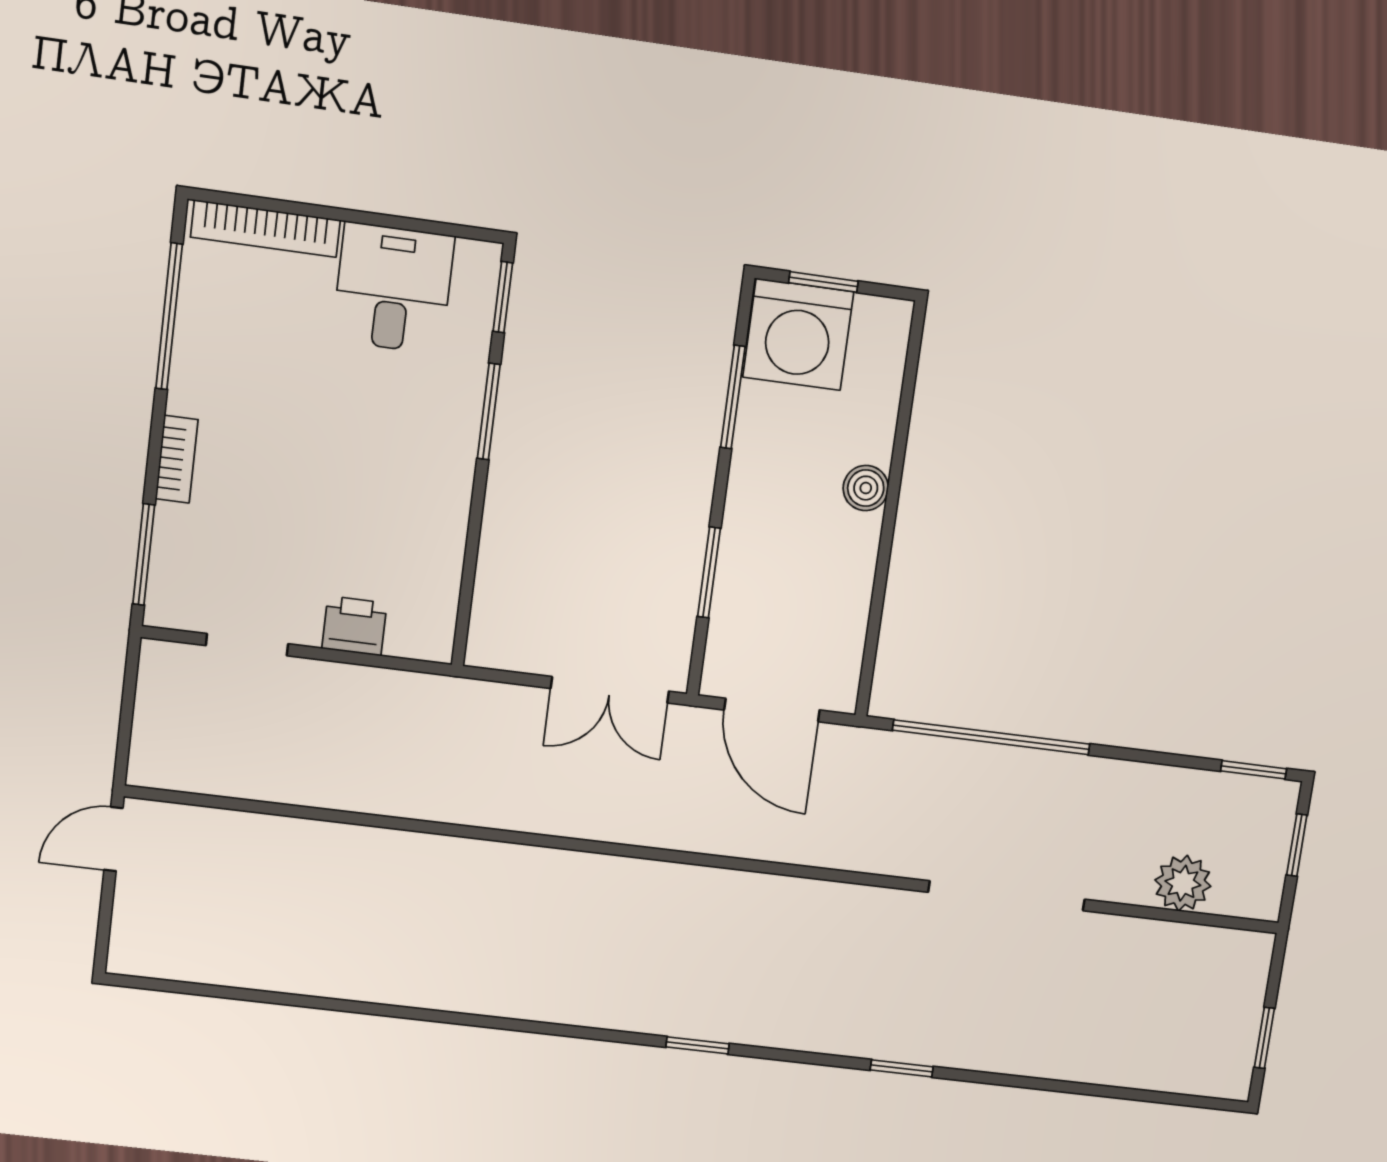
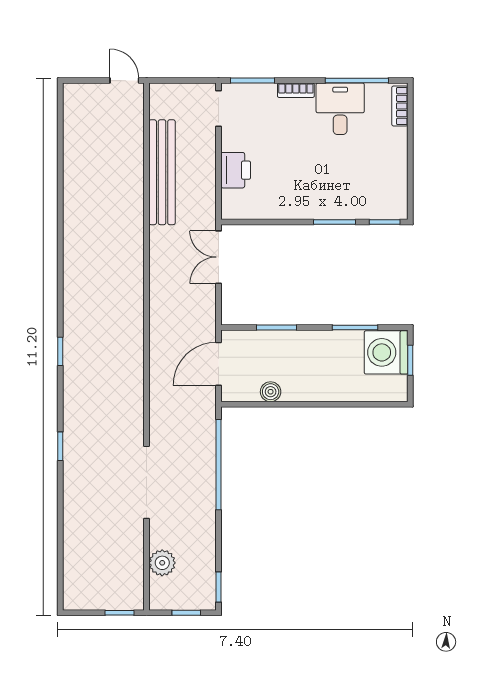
bookcase: (265, 229) -> (400, 106), width x0.64
desk: (393, 288) -> (340, 109), moved, turned -90
boiler: (866, 488) -> (271, 392), moved
printer: (354, 626) -> (236, 170), width x1.36, depth x1.24
doorway: (247, 645) -> (219, 108), moved
double door: (610, 690) -> (219, 257), moved
bench: (330, 781) -> (162, 172), added
window: (1264, 1038) -> (119, 613), moved

